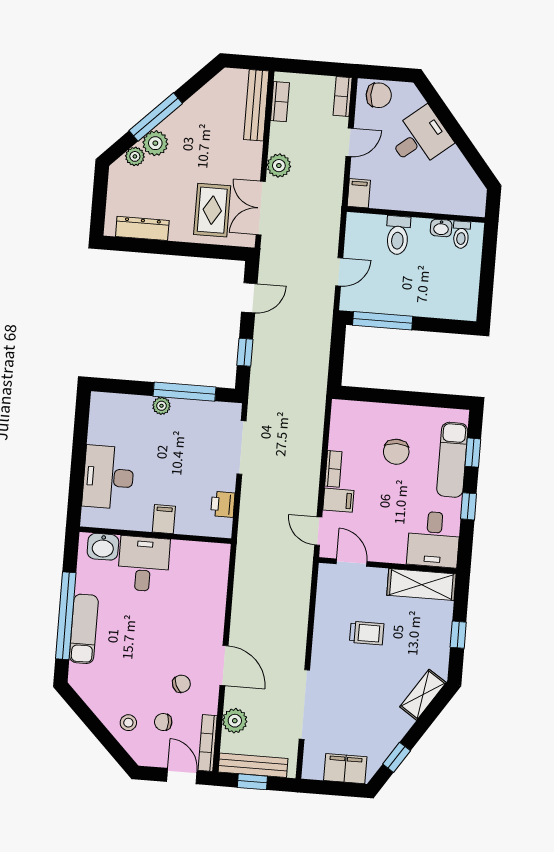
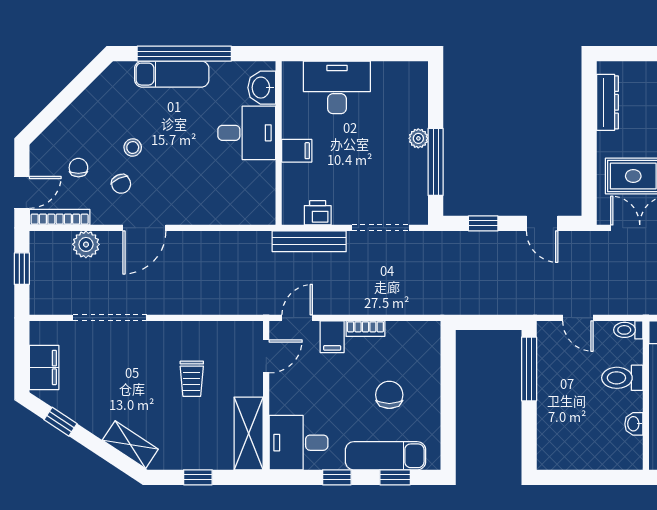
toilet: (461, 235) -> (628, 330), moved
chair: (396, 452) -> (389, 395), turned 90
stool: (128, 723) -> (133, 148), moved
bench: (253, 765) -> (309, 241), moved, turned 90

